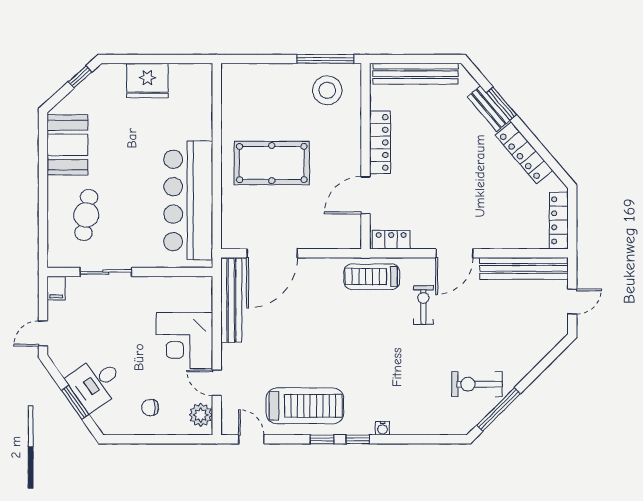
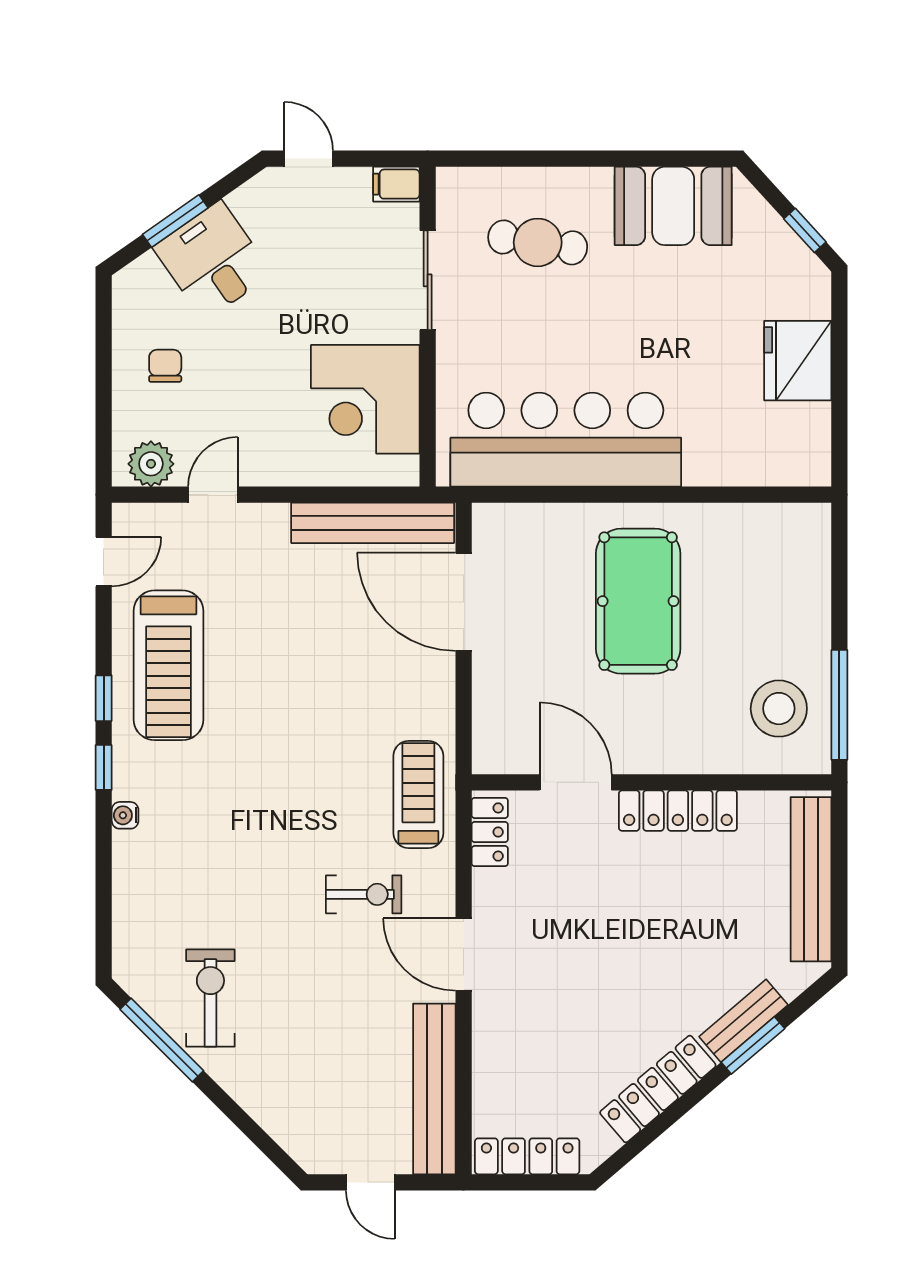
corner desk: (184, 340) -> (365, 399), moved, turned -90

